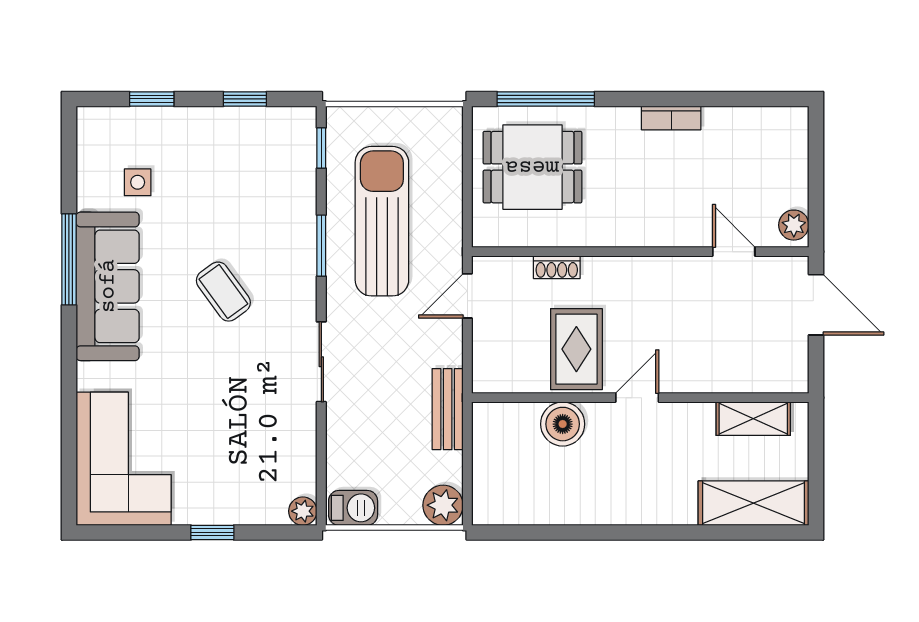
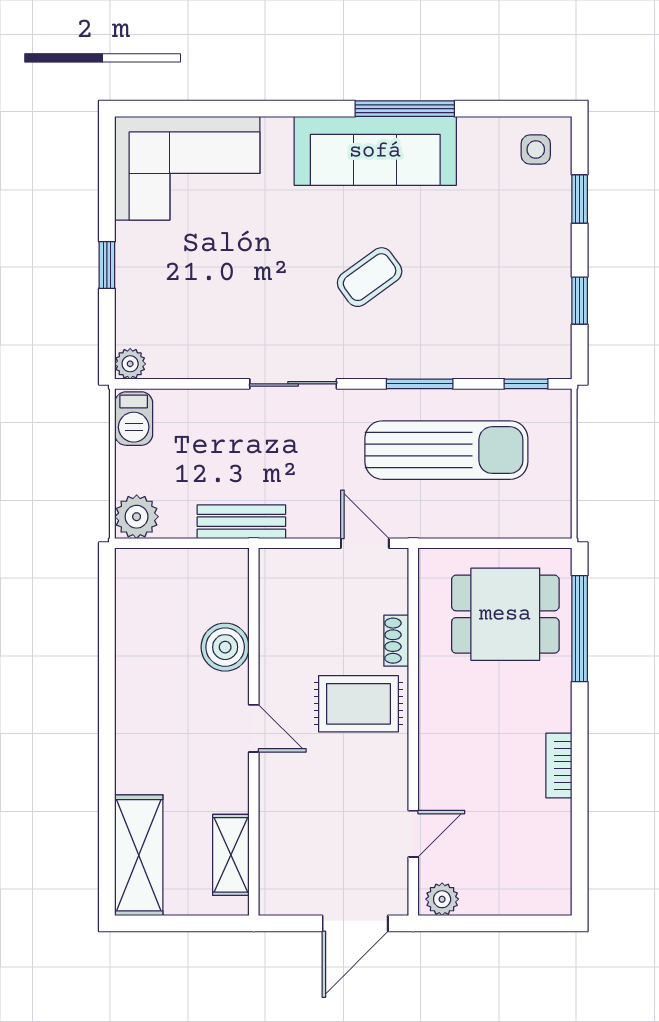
dining table: (532, 167) -> (505, 614), turned 90
side table: (138, 182) -> (536, 149), moved
rug: (576, 349) -> (358, 704), moved

